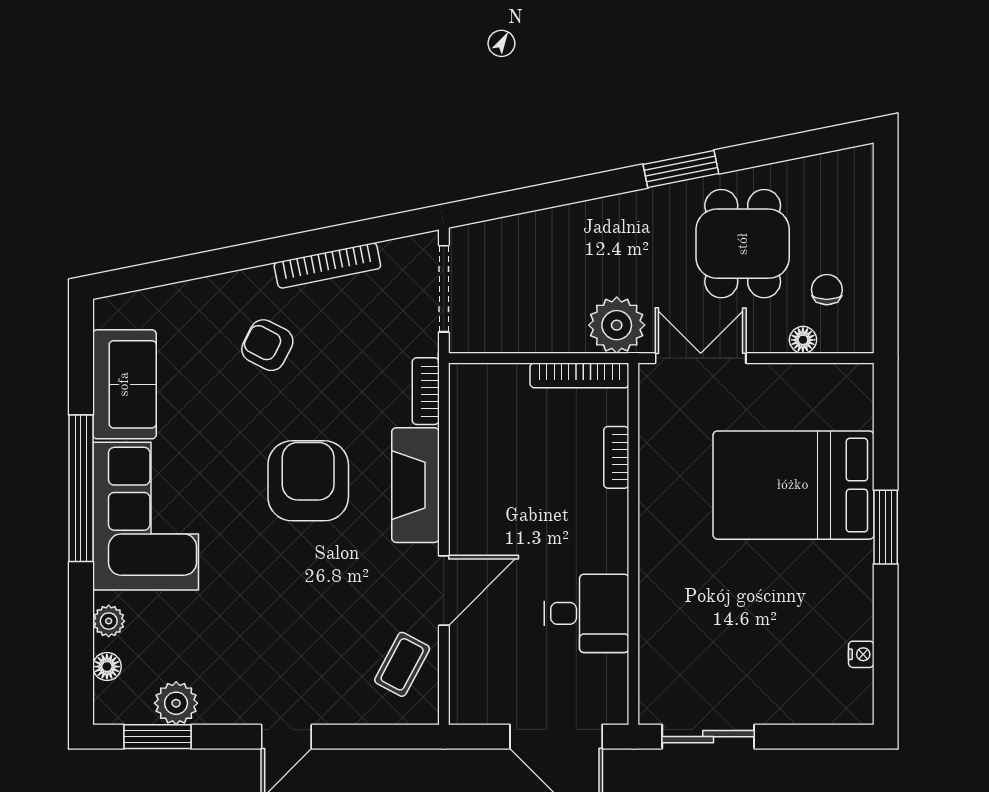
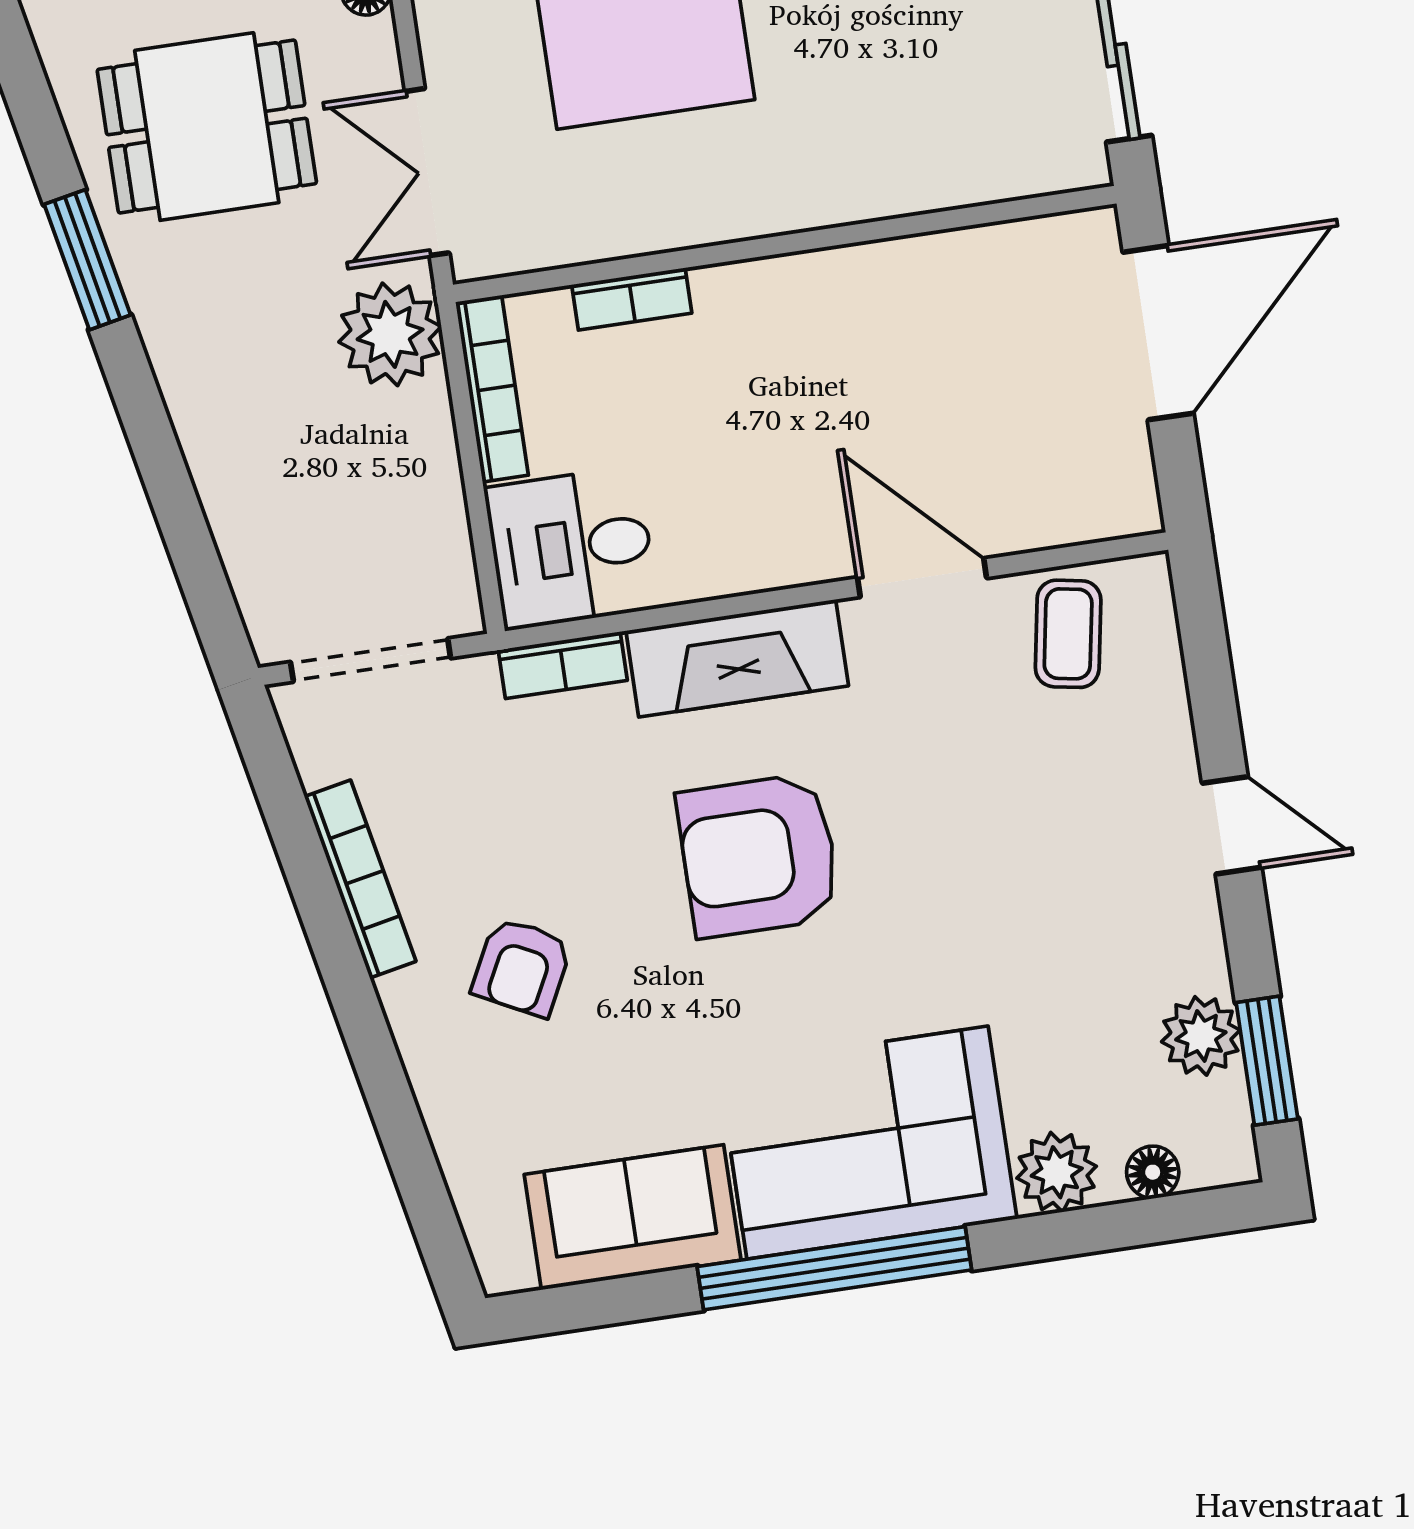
desk: (586, 613) -> (571, 548), moved, turned -90
plant: (109, 621) -> (1057, 1172), width x1.38, depth x1.38
coffee table: (402, 664) -> (1068, 634), turned 72

